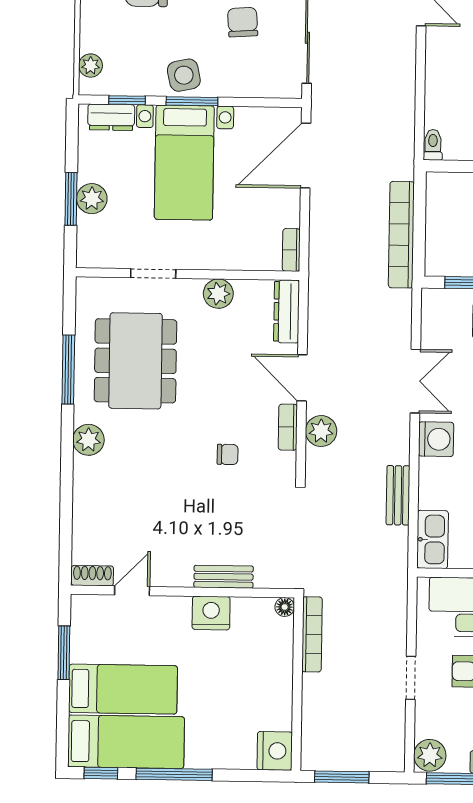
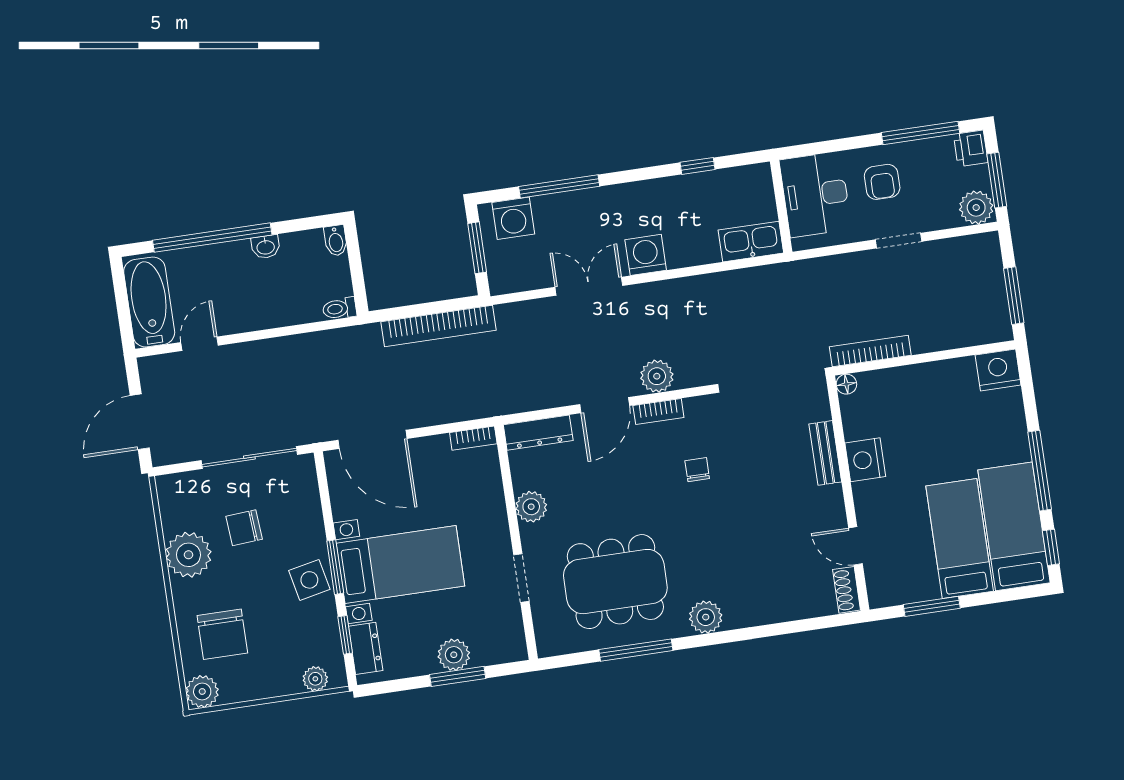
bench: (398, 495) -> (711, 285), removed

